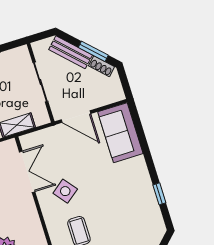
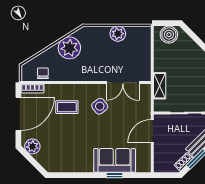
sofa: (120, 133) -> (115, 160), moved
window: (159, 194) -> (115, 175), moved

